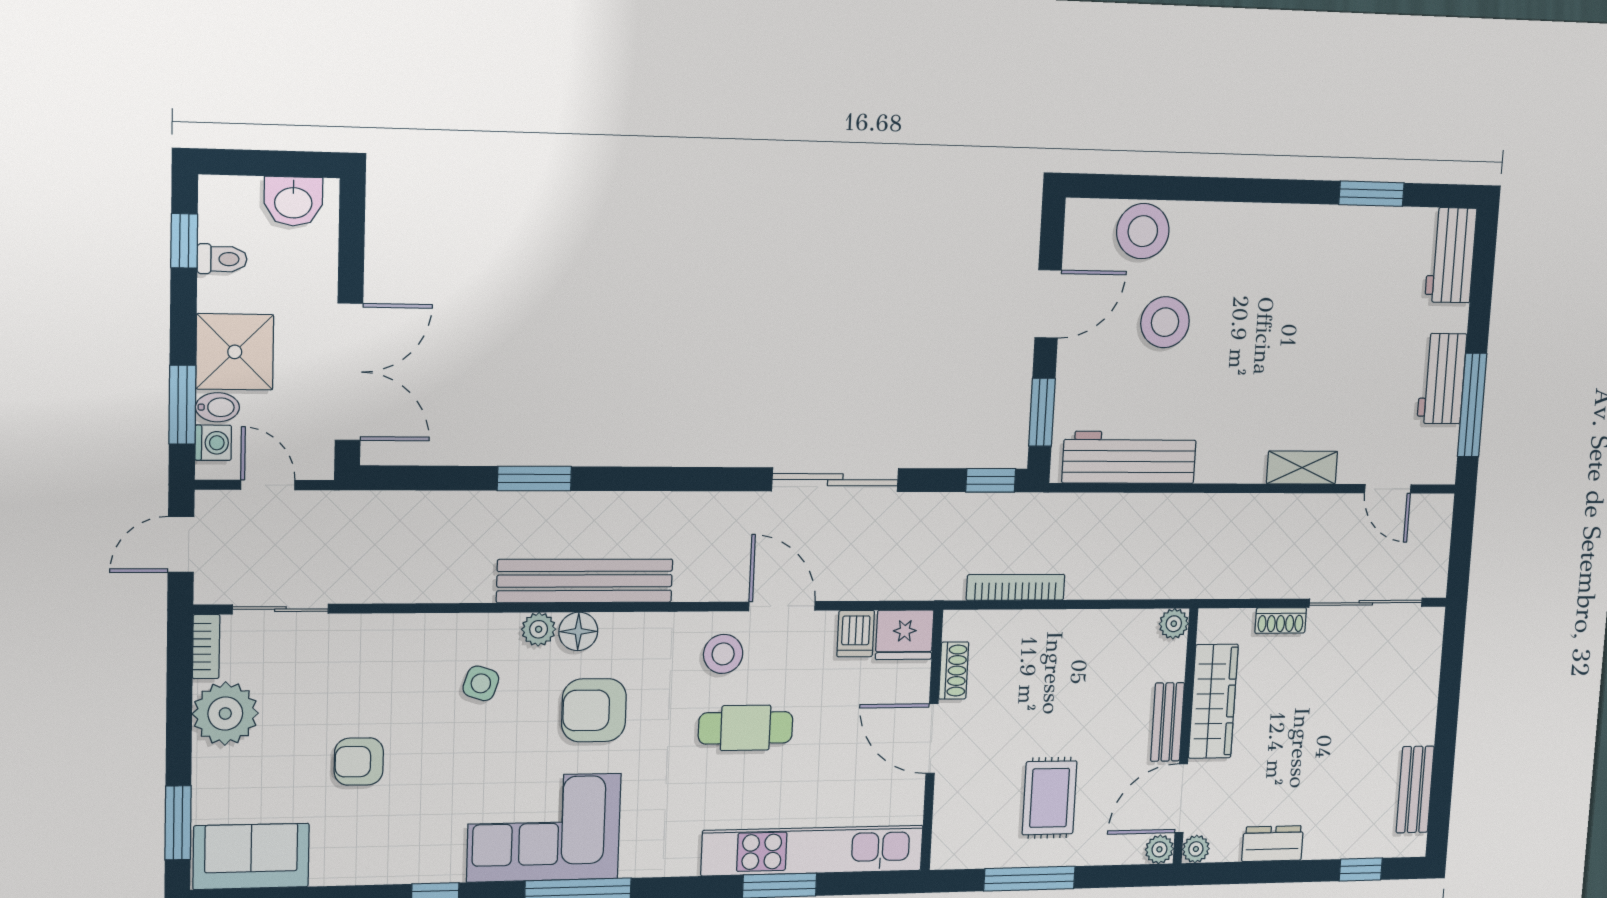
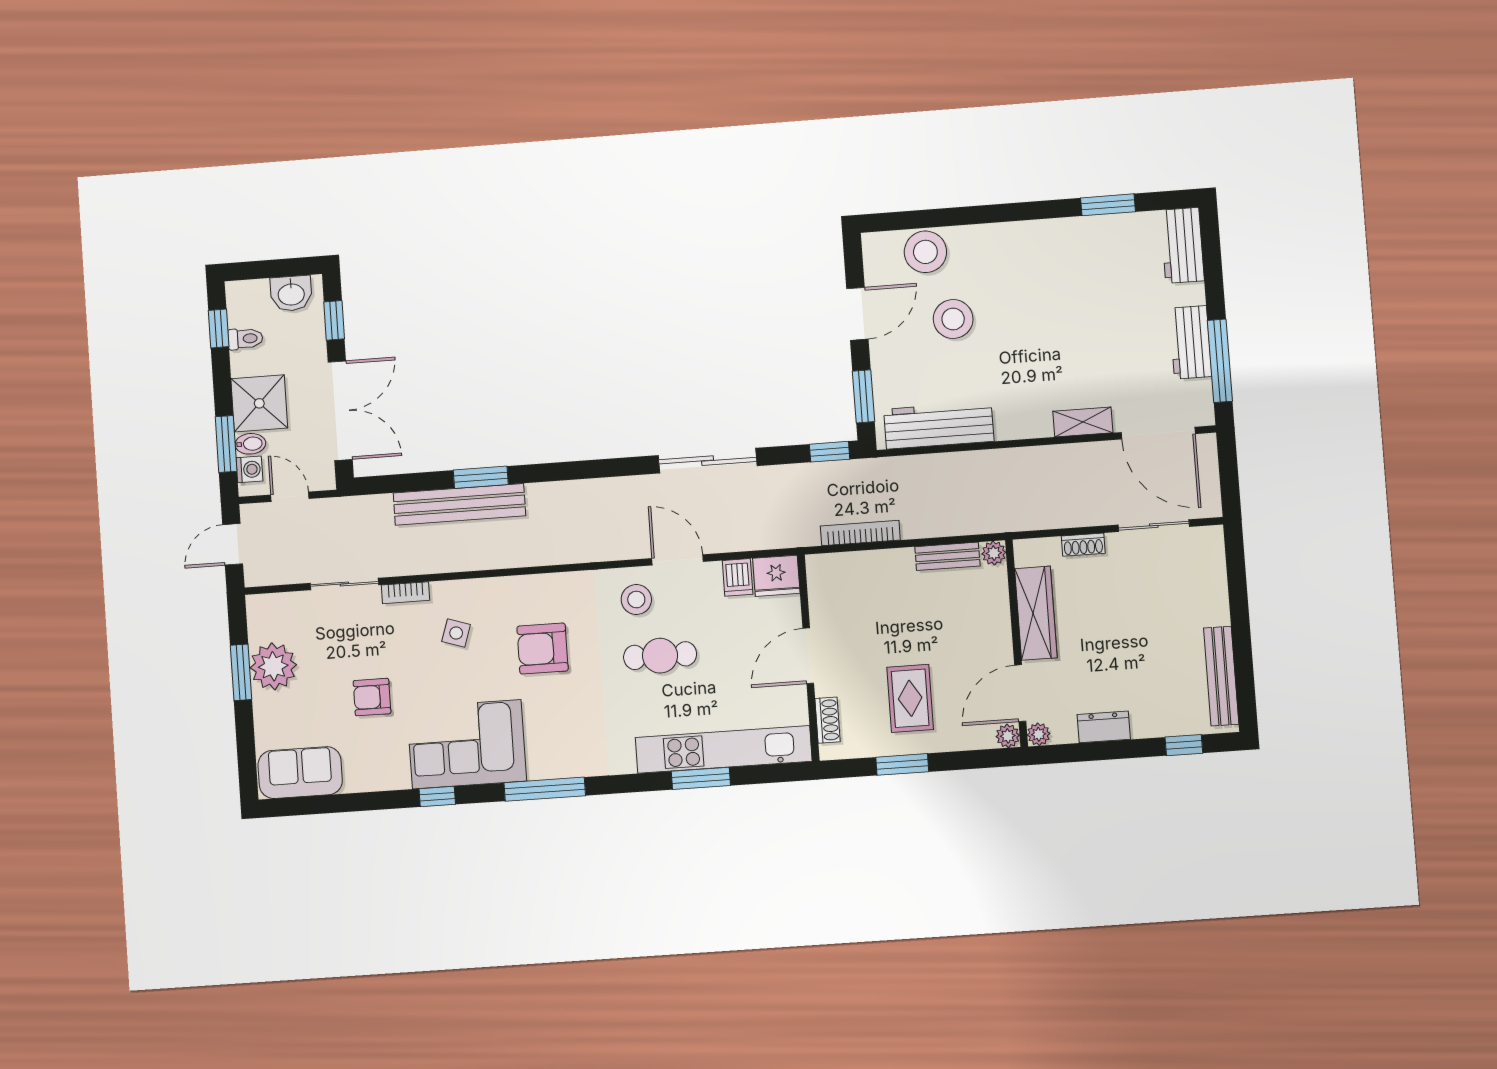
window: (351, 245) -> (334, 320), added
door: (1388, 489) -> (1158, 433), width x1.87
bench: (585, 581) -> (459, 504), moved
sliding door: (1366, 603) -> (1154, 526), width x0.73
sliding door: (280, 609) -> (344, 584), moved
plant: (539, 629) -> (495, 590), removed
floor lamp: (578, 631) -> (525, 589), removed
bookcase: (206, 647) -> (406, 593), moved, turned 90
shoe rack: (954, 671) -> (828, 720), moved
bench: (1167, 722) -> (947, 556), moved, turned 90
door: (932, 738) -> (808, 656), hinge flipped
bench: (1415, 790) -> (1221, 676), width x1.36
window: (178, 823) -> (241, 672), moved
corner sofa: (544, 828) -> (467, 744), moved
window: (1029, 879) -> (902, 764), width x0.69

